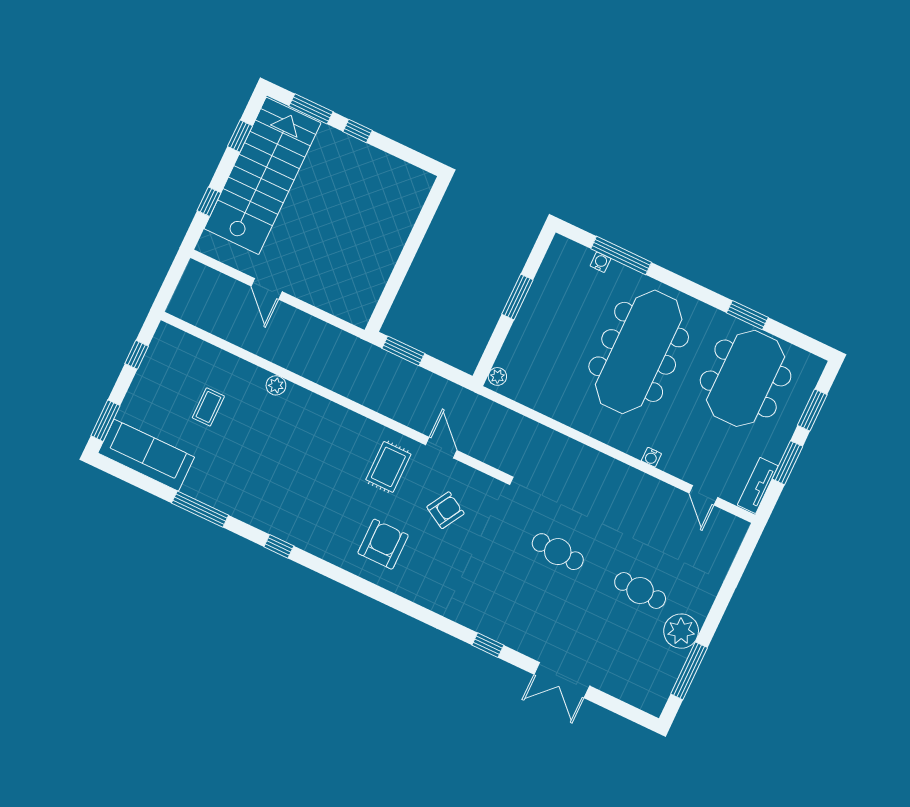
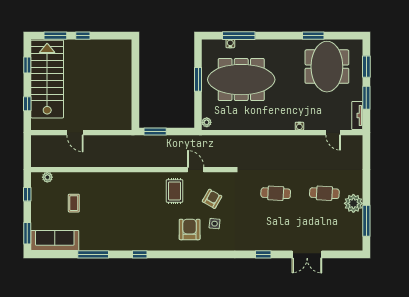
meeting table: (639, 352) -> (241, 80), moved, turned 90
plant: (276, 385) -> (47, 177), moved
side table: (430, 554) -> (215, 224), added

